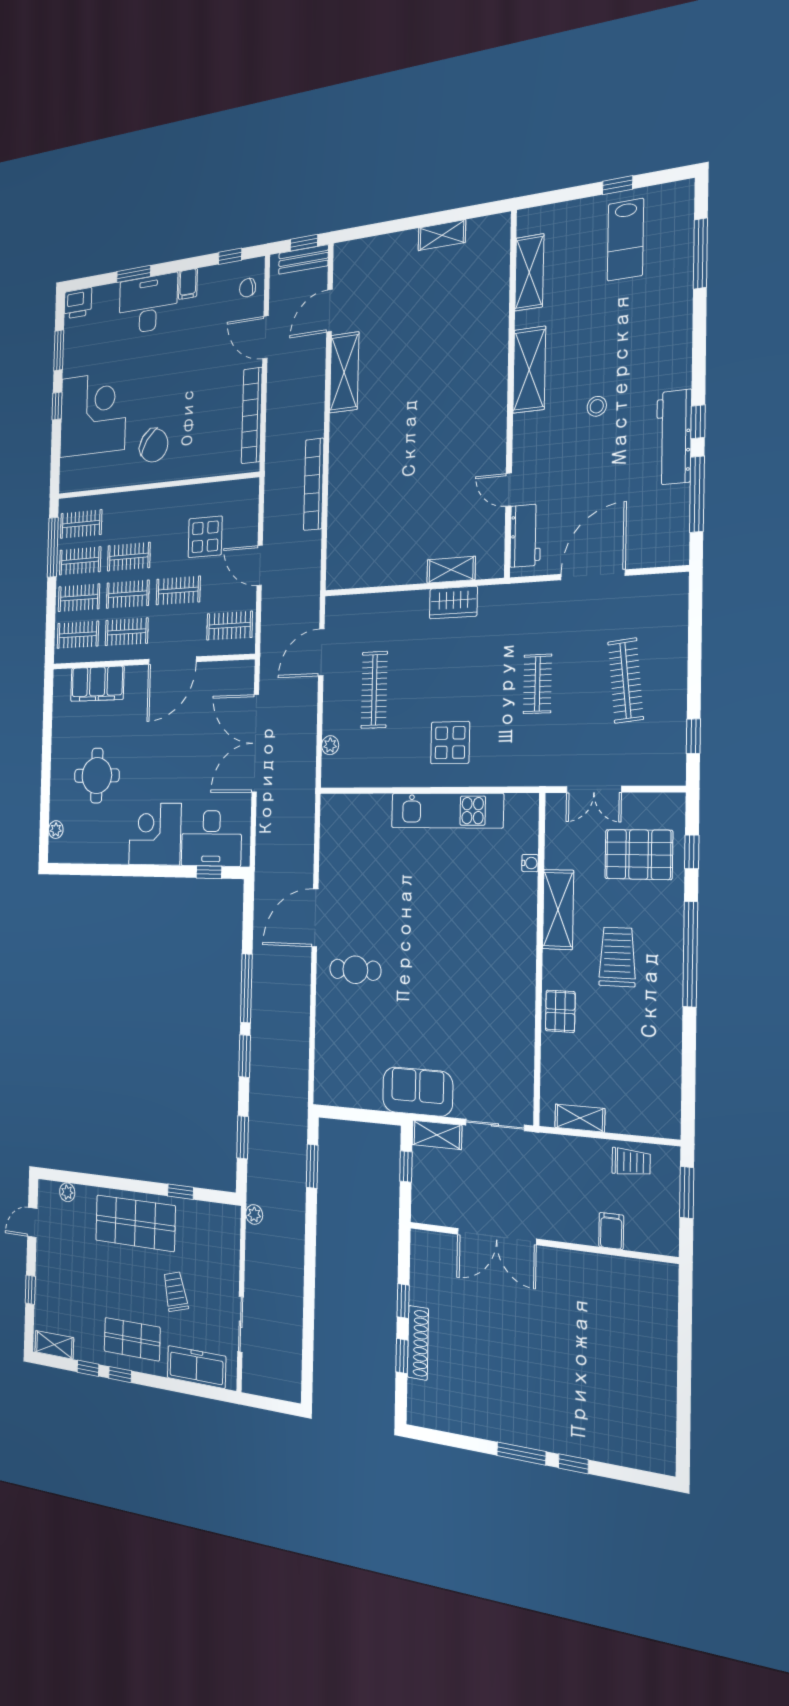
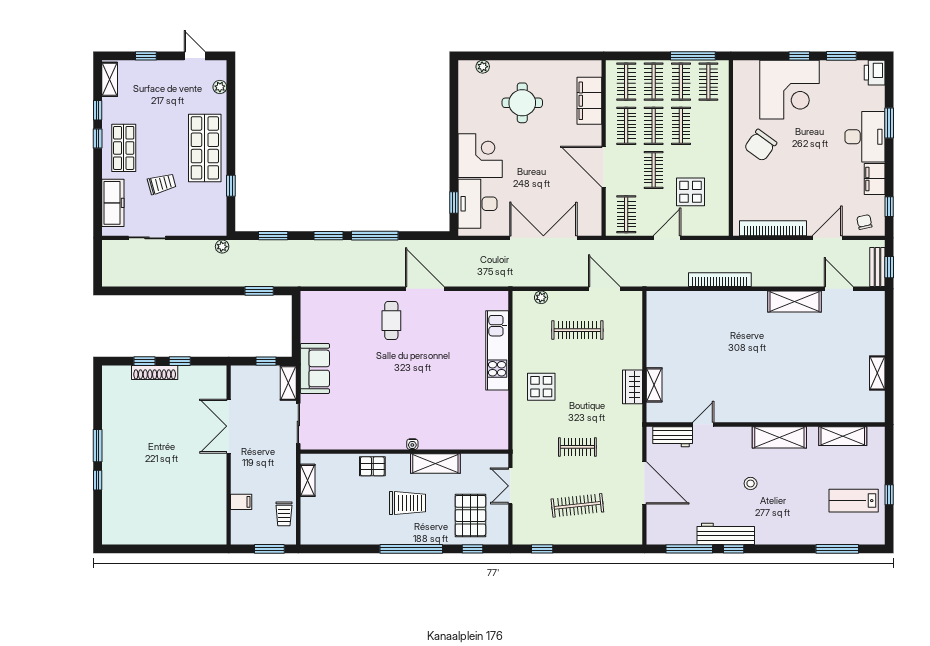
filing cabinet: (188, 284) -> (875, 179), width x2.00
kitchen unit: (447, 811) -> (497, 350), moved
water cooler: (530, 863) -> (412, 444), moved

